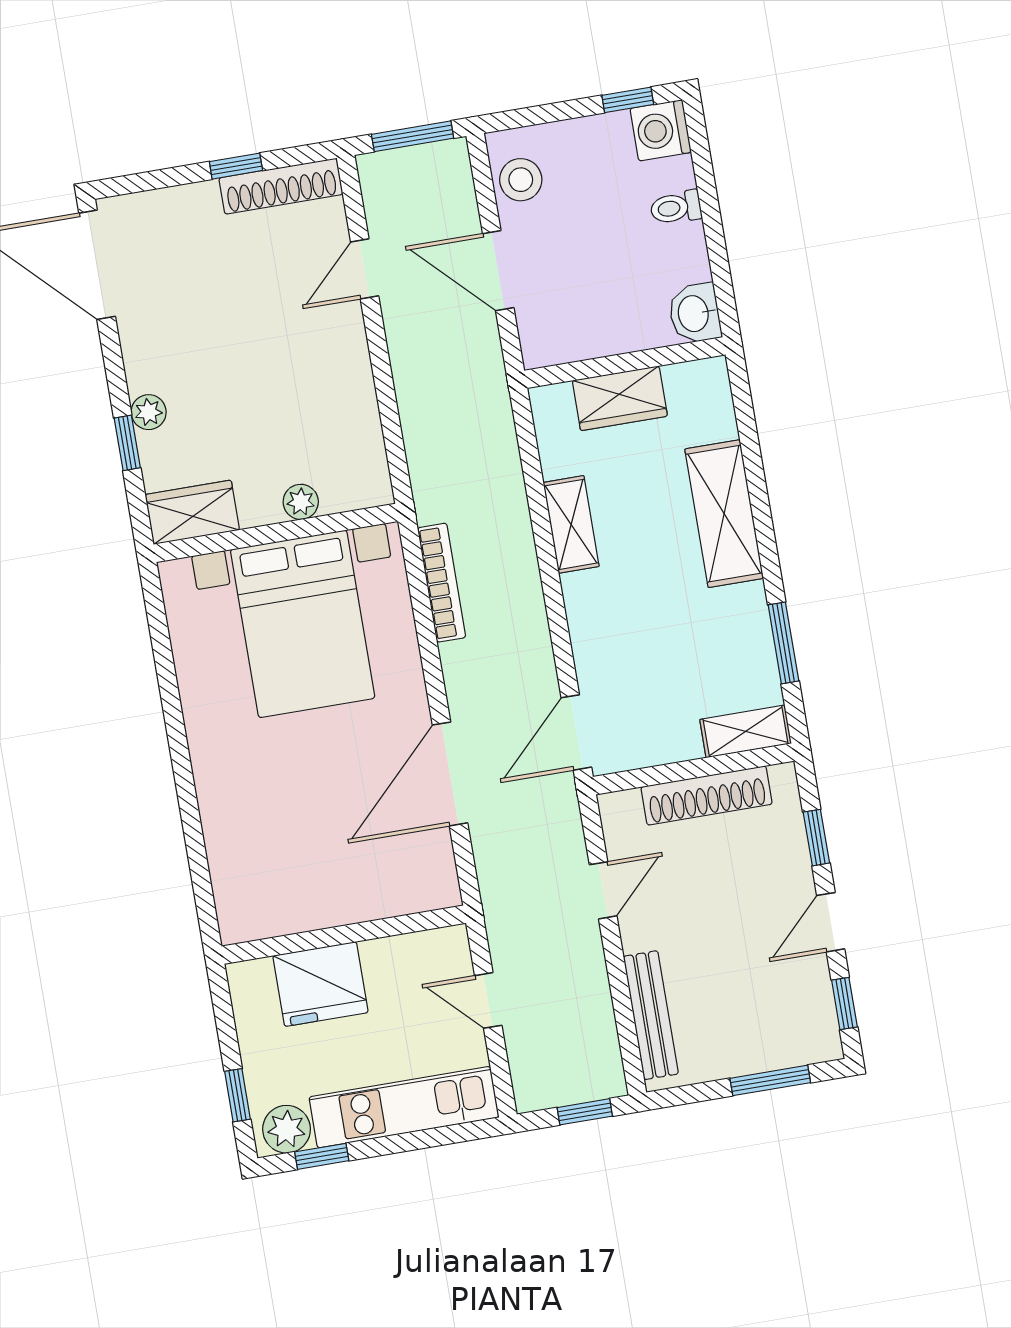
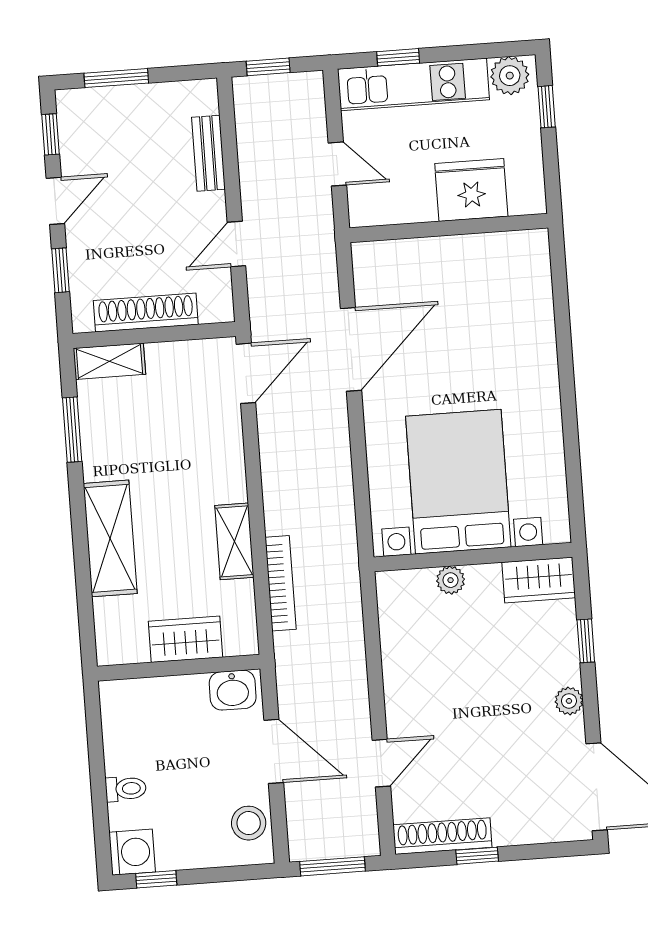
washbasin: (695, 313) -> (233, 690), moved, turned 90
plant: (149, 412) -> (569, 701), moved
bookcase: (442, 583) -> (281, 583), moved, turned 180
bench: (651, 1015) -> (208, 153), width x0.73
window: (322, 1156) -> (398, 57), moved

